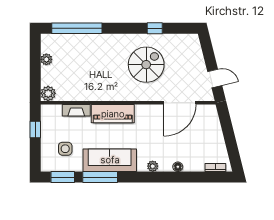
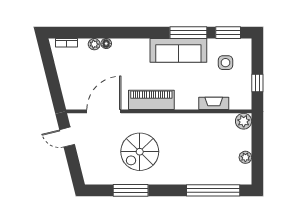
window: (155, 28) -> (131, 190), width x2.17
piano: (113, 114) -> (151, 100), moved
plant: (153, 166) -> (94, 44), moved

